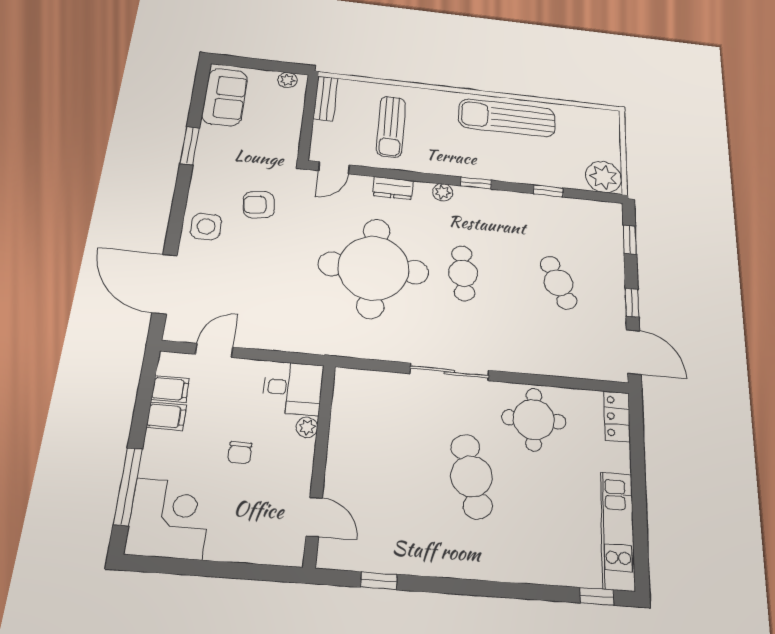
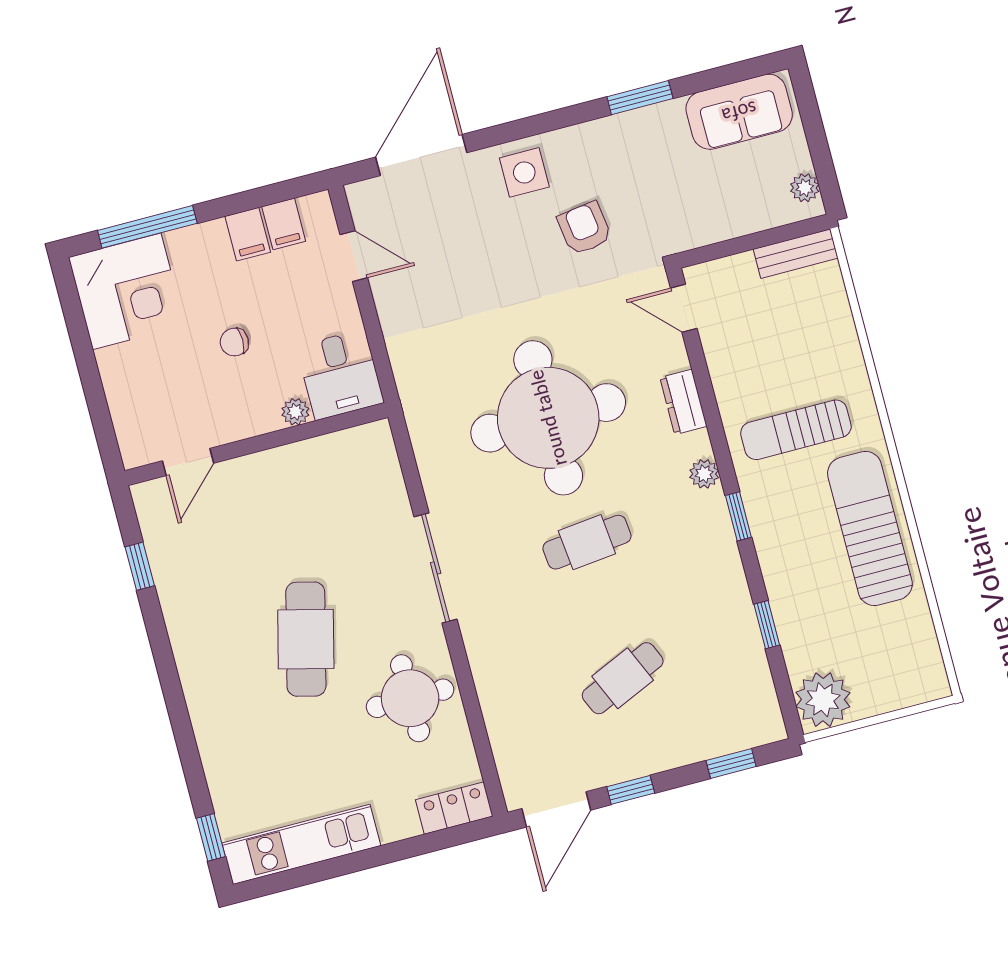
sun lounger: (391, 127) -> (796, 430), moved
cafe table: (471, 476) -> (306, 639), turned -62

